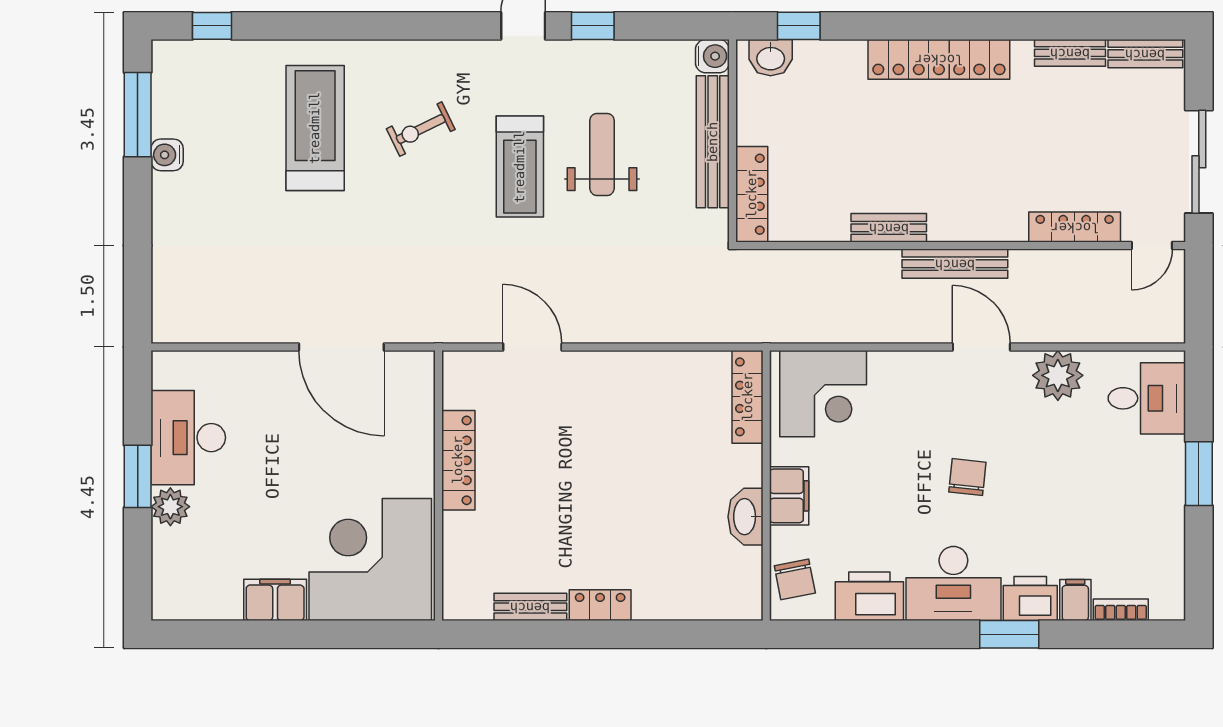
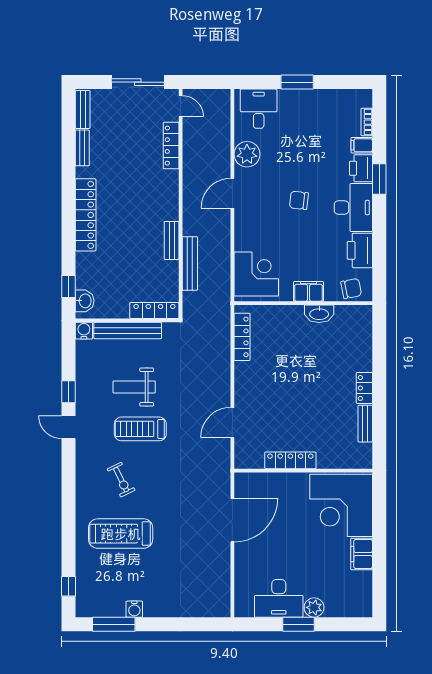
treadmill: (520, 167) -> (140, 429), turned 180
bench: (955, 264) -> (190, 263), moved
locker: (748, 397) -> (242, 337), moved, turned -90

